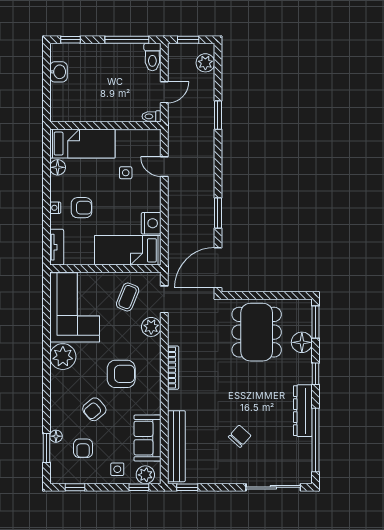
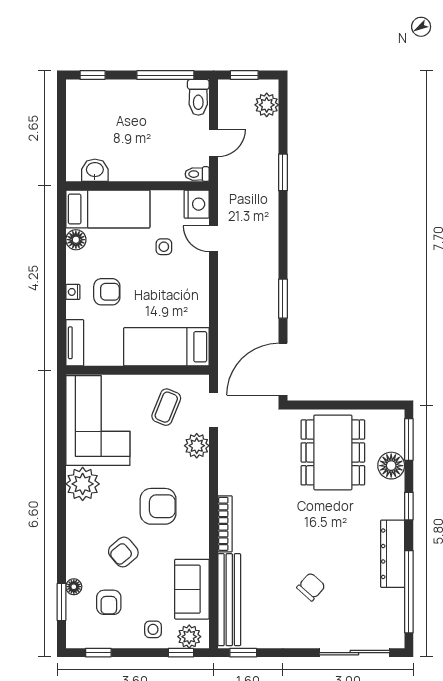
washbasin: (58, 72) -> (95, 170), moved, turned -90
nightstand: (151, 223) -> (197, 204), moved
bookcase: (173, 368) -> (225, 524), moved

